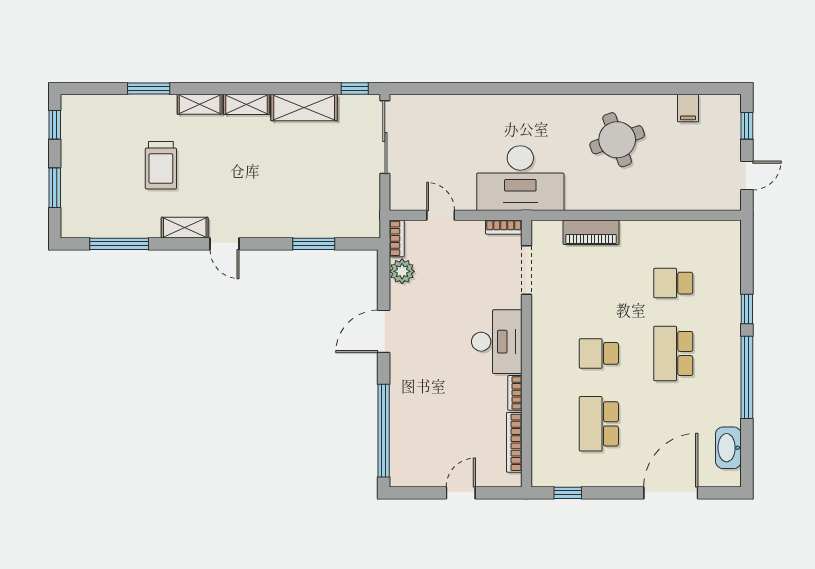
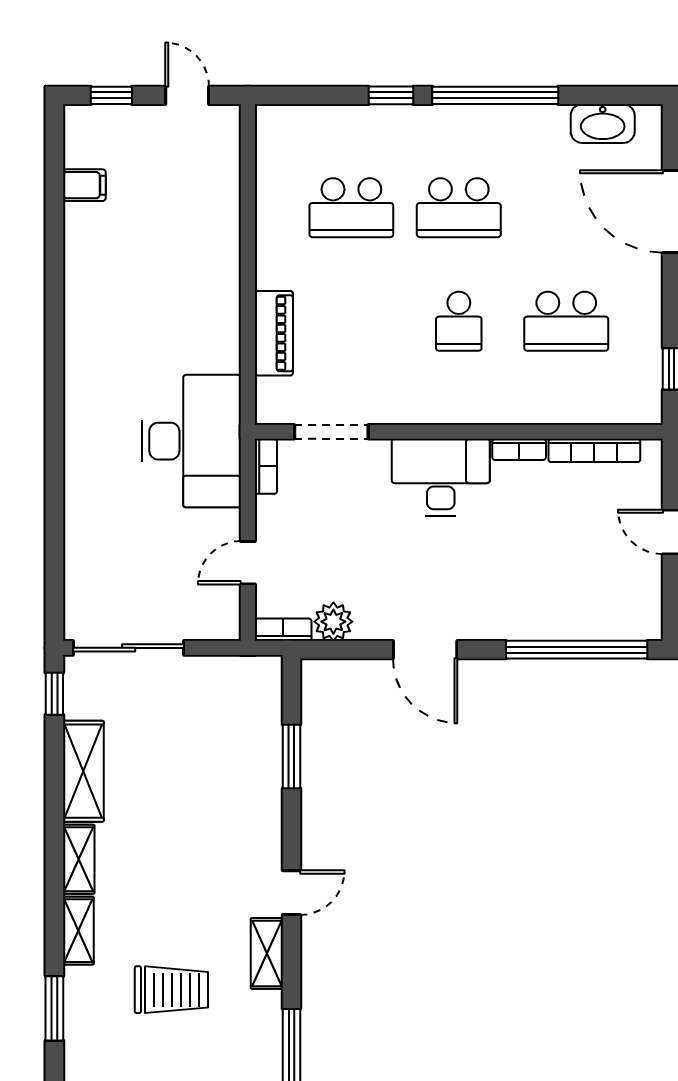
round table: (617, 140) -> (133, 293), removed
school desk: (673, 283) -> (351, 208), width x1.85

